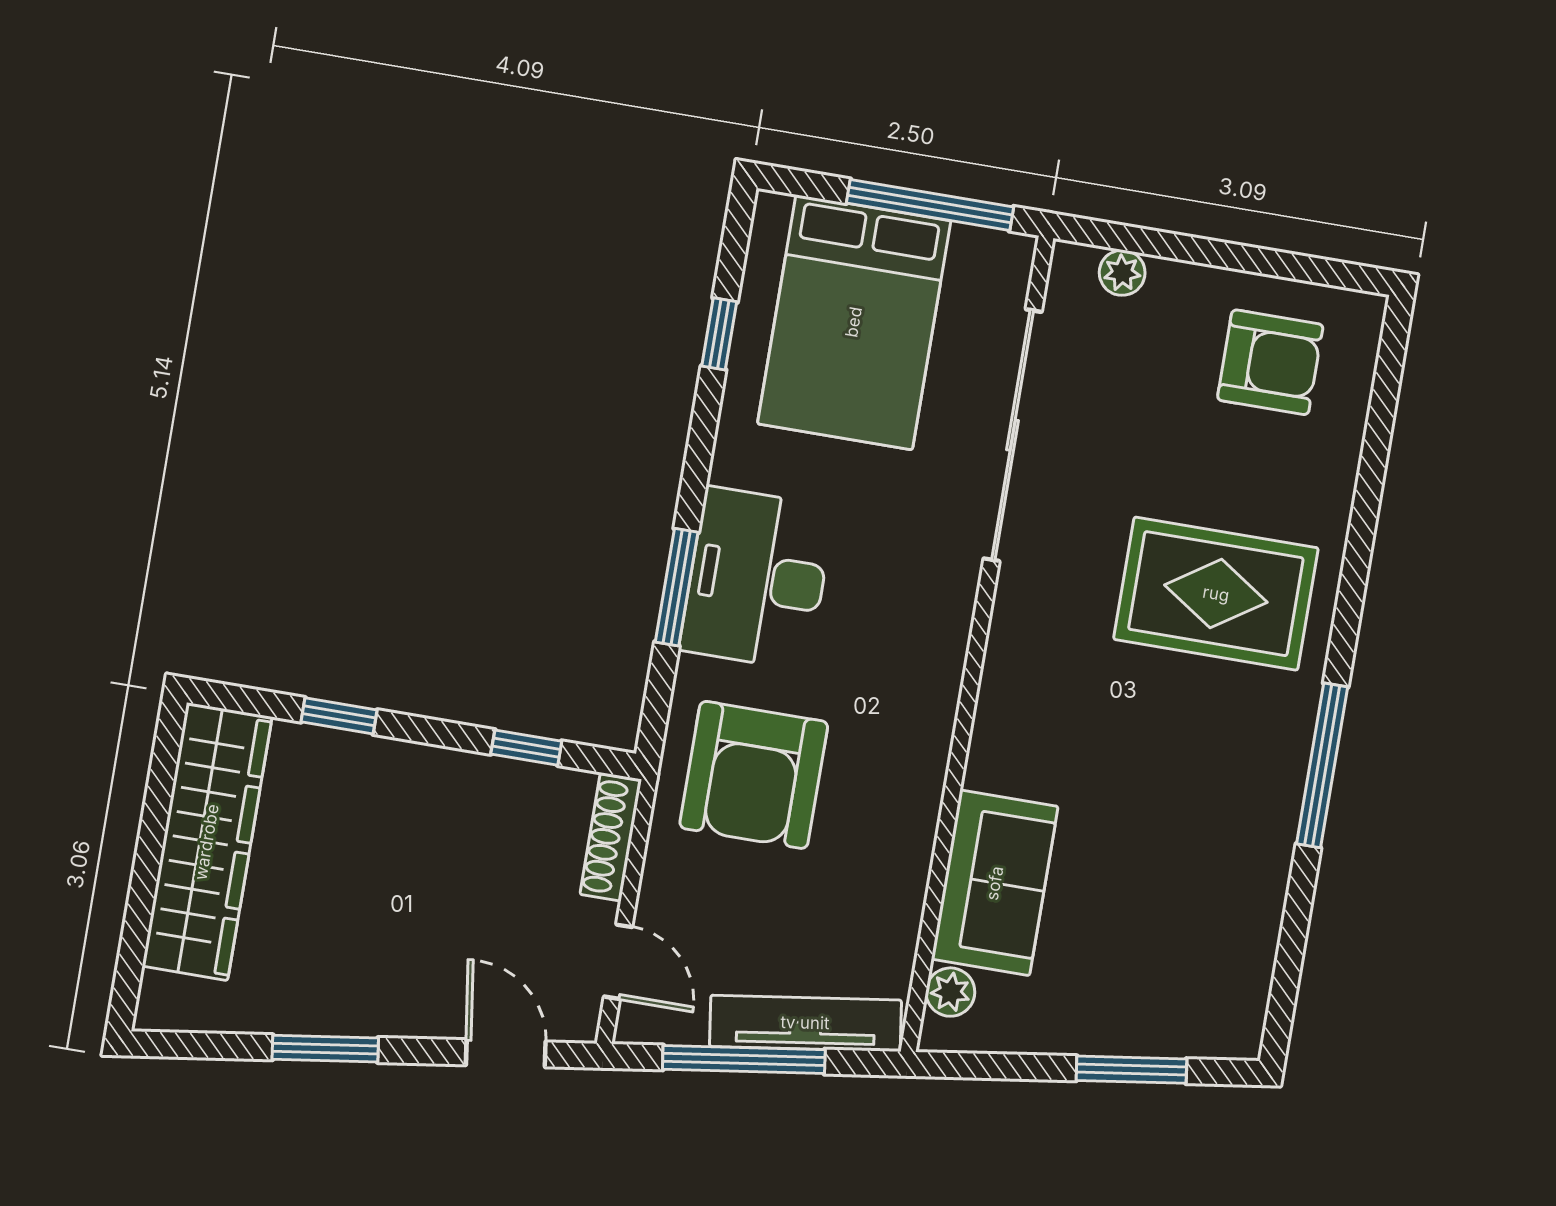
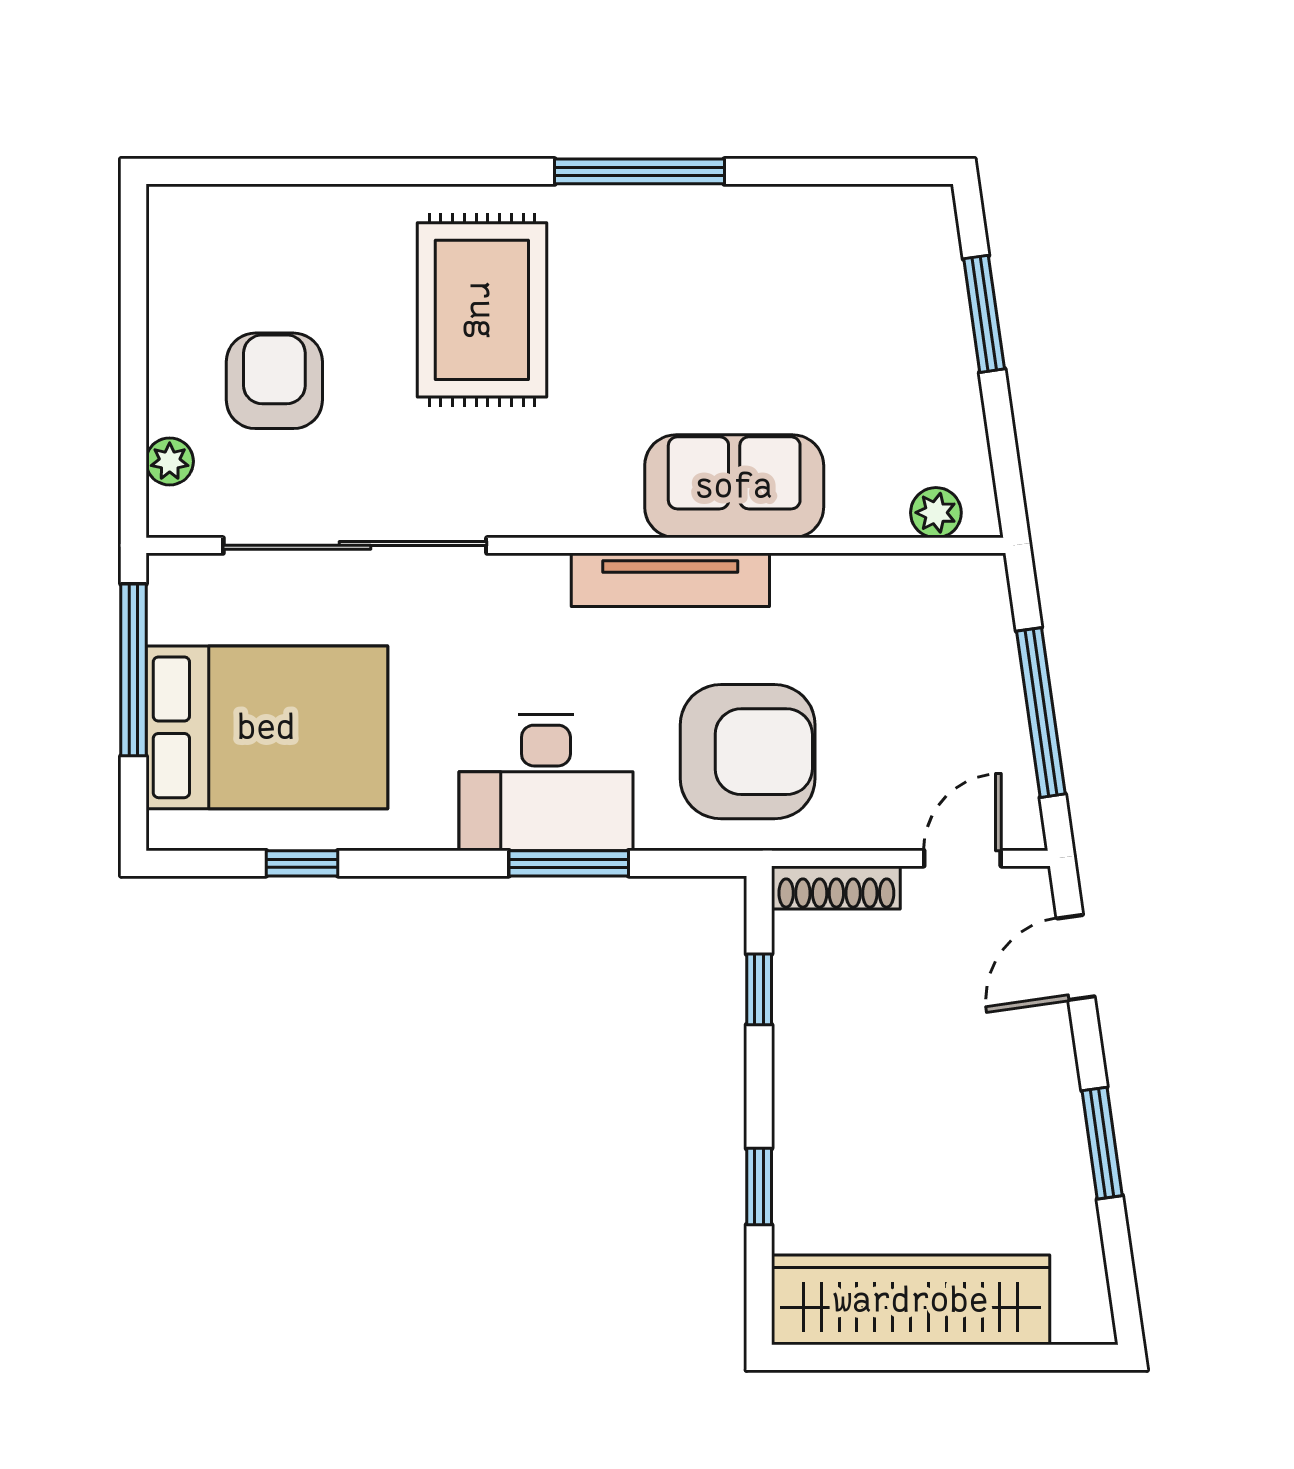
armchair: (1270, 362) -> (274, 381), moved
sofa: (995, 883) -> (734, 486), moved
tv unit: (805, 1023) -> (670, 580), moved, turned -82

